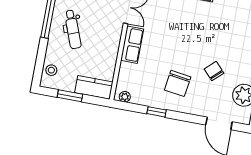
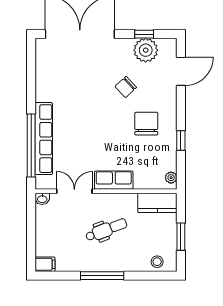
dental chair: (73, 29) -> (106, 230), moved
chair: (178, 83) -> (146, 124), turned -98
kitchen counter: (94, 87) -> (157, 203), moved, turned -90

